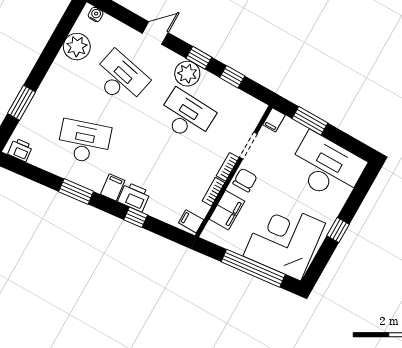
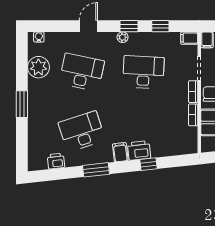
plant: (187, 74) -> (123, 37), width x0.53, depth x0.53
window: (21, 103) -> (22, 104), moved
printer: (20, 150) -> (56, 161), moved
filing cabinet: (191, 221) -> (189, 38), moved

